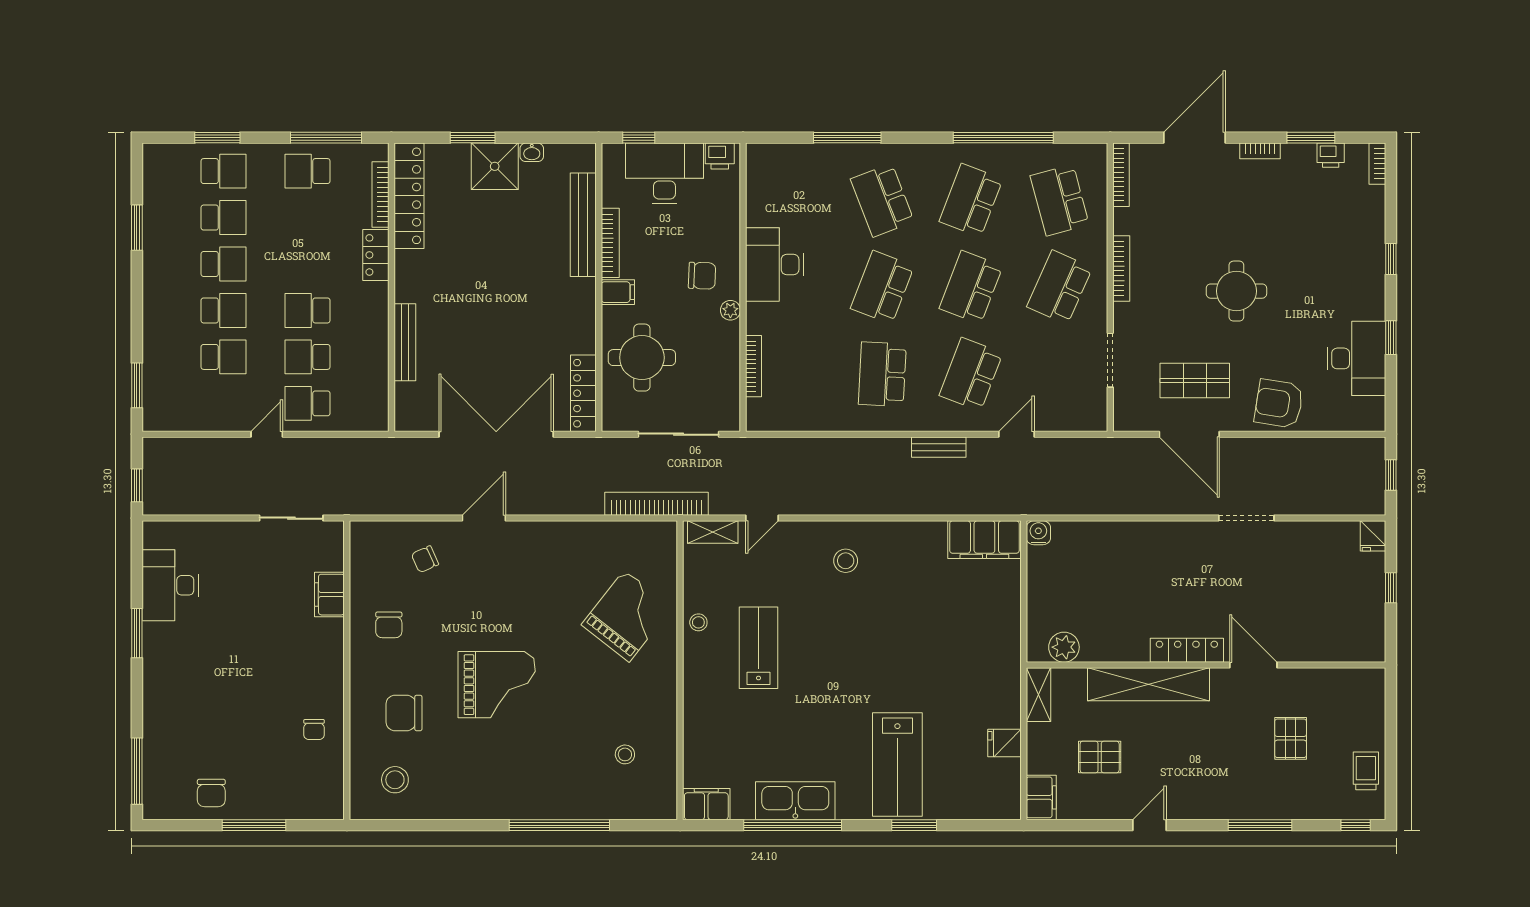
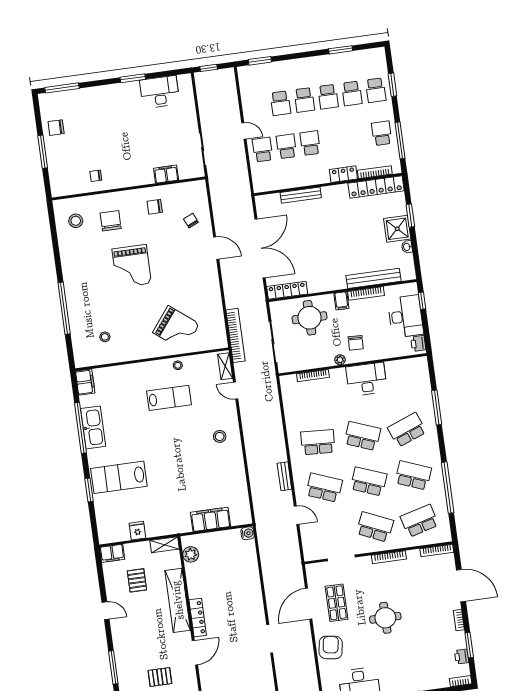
filing cabinet: (984, 540) -> (210, 519), moved, turned 90

